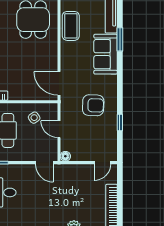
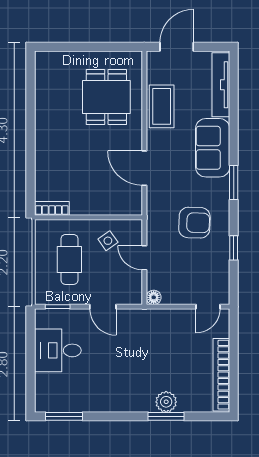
window: (120, 39) -> (234, 183), moved
door: (59, 83) -> (144, 168), moved
door: (44, 163) -> (103, 307), moved

